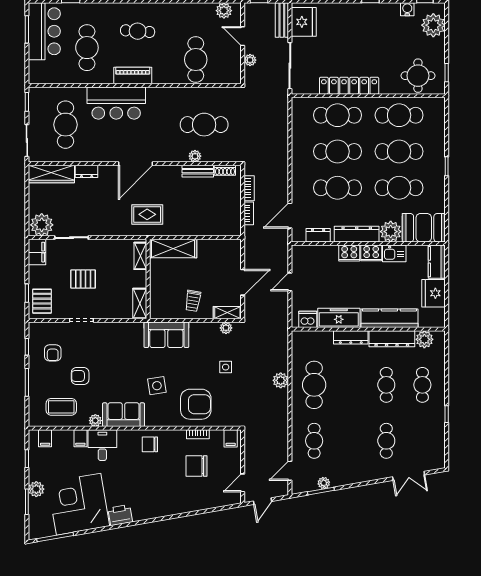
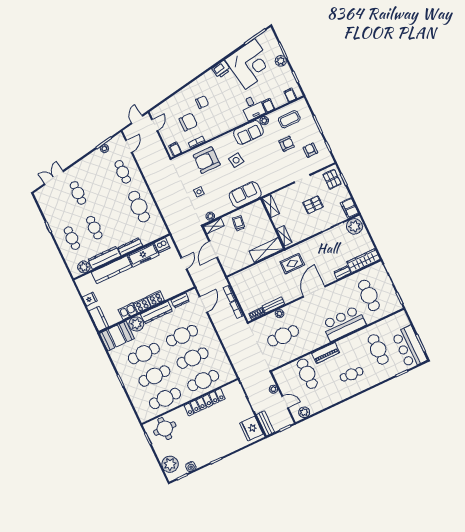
piano: (133, 75) -> (326, 353), moved
fridge: (433, 293) -> (90, 299), width x0.53, depth x0.75
plant: (281, 380) -> (161, 200), removed
chair: (150, 444) -> (202, 102), moved

